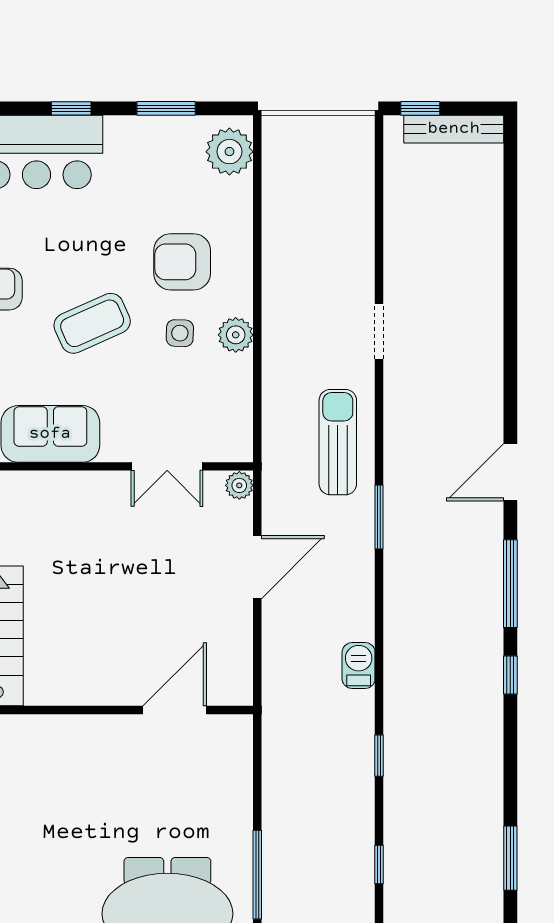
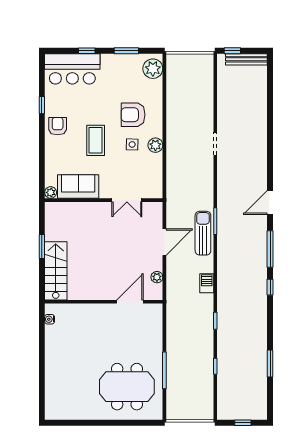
coffee table: (92, 323) -> (96, 140), turned -66
sun lounger: (338, 442) -> (203, 233), moved
plant: (239, 485) -> (157, 277), moved

